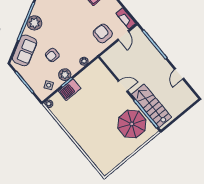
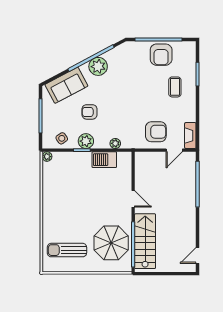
armchair: (103, 34) -> (156, 132), turned 90
door: (179, 74) -> (197, 255), moved
barbecue: (70, 90) -> (104, 160), moved
sun lounger: (108, 151) -> (67, 250), added

